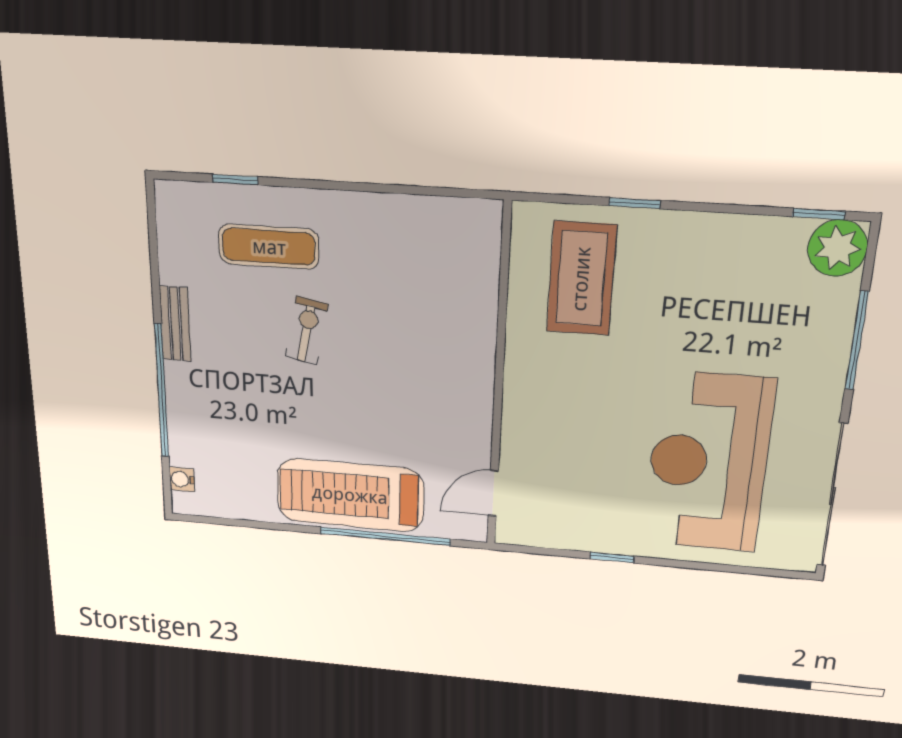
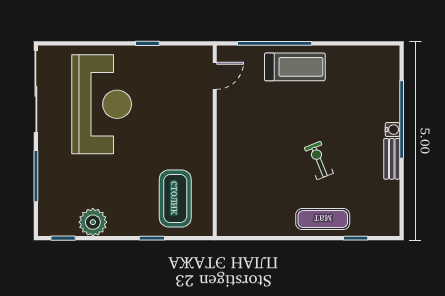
exercise mat: (269, 247) -> (323, 219), moved
plant: (838, 248) -> (93, 222), moved
exercise bike: (307, 331) -> (319, 160), turned 147
water cooler: (182, 479) -> (392, 130), moved
treadmill: (350, 495) -> (295, 67), width x0.73, depth x0.73

